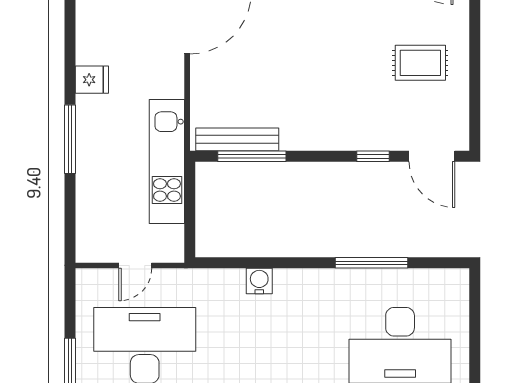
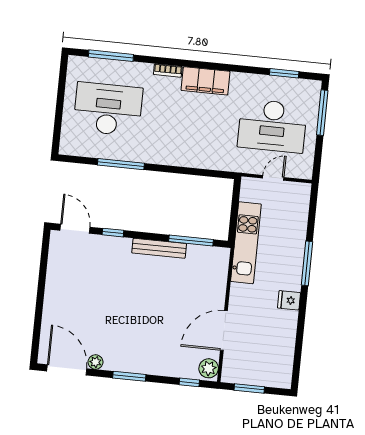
rug: (420, 63) -> (76, 290), removed
bench: (237, 139) -> (159, 248), moved
water cooler: (259, 281) -> (194, 160), removed

